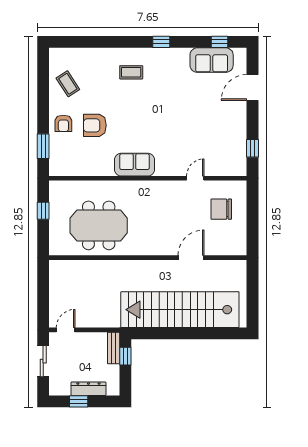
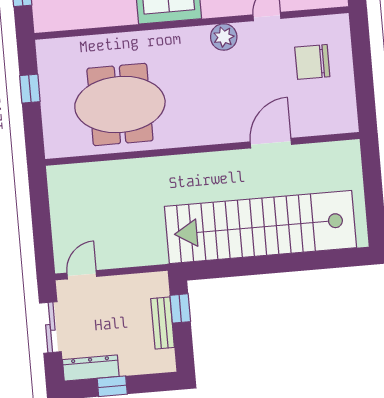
plant: (167, 189) -> (224, 37), added
bench: (114, 348) -> (163, 323), moved
dresser: (88, 389) -> (91, 368), moved

